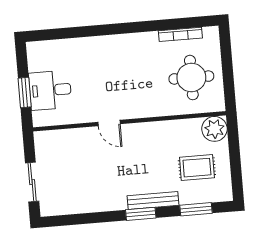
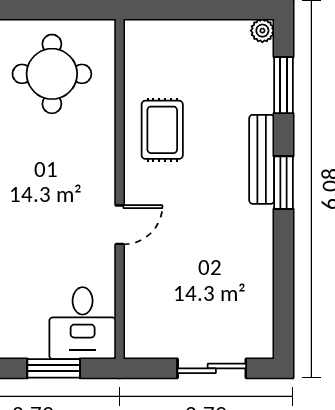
desk: (50, 90) -> (83, 323), moved
plant: (214, 129) -> (262, 31), moved, width x0.53, depth x0.53
rug: (197, 168) -> (162, 130), moved

